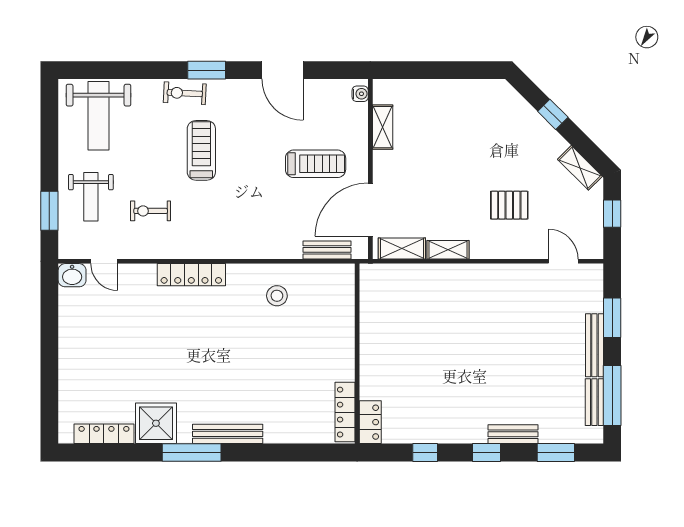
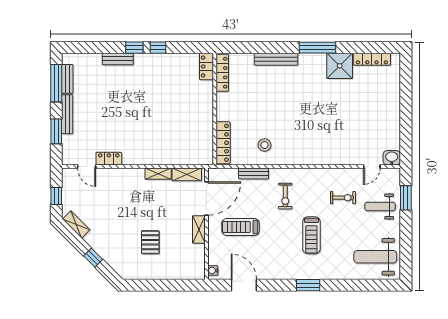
door: (282, 70) -> (244, 285), moved
exercise bike: (185, 93) -> (285, 196), moved, turned 87
weight bench: (99, 116) -> (375, 257), turned -90
shelving: (383, 127) -> (199, 229), moved
weight bench: (91, 197) -> (380, 206), turned -90
pallet: (509, 205) -> (150, 242), moved, turned 90
bench: (327, 250) -> (254, 173), moved
door: (104, 261) -> (372, 166), swing flipped
locker: (528, 274) -> (109, 159), added
locker: (191, 275) -> (223, 143), moved, turned 90
bench: (228, 434) -> (276, 59), moved
window: (425, 452) -> (158, 48), moved
window: (556, 452) -> (91, 48), removed

